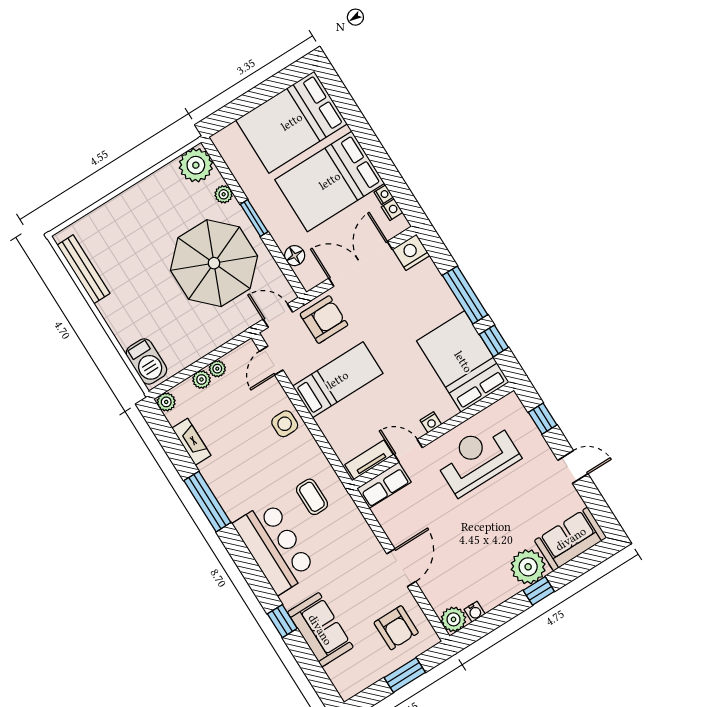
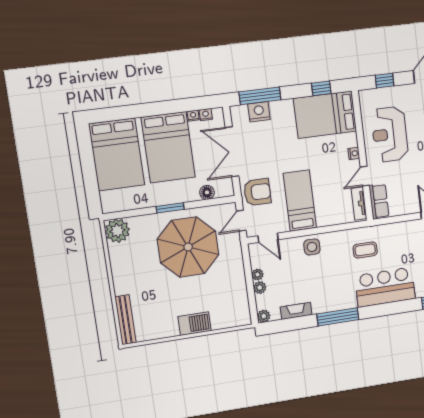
plant: (224, 194) -> (145, 221), removed
nightstand: (411, 252) -> (259, 112), moved, turned 90
bench: (83, 269) -> (126, 320), moved, turned 90
window: (465, 295) -> (260, 96), moved
armchair: (324, 320) -> (257, 192), turned 90
barbecue: (146, 362) -> (195, 324), moved

